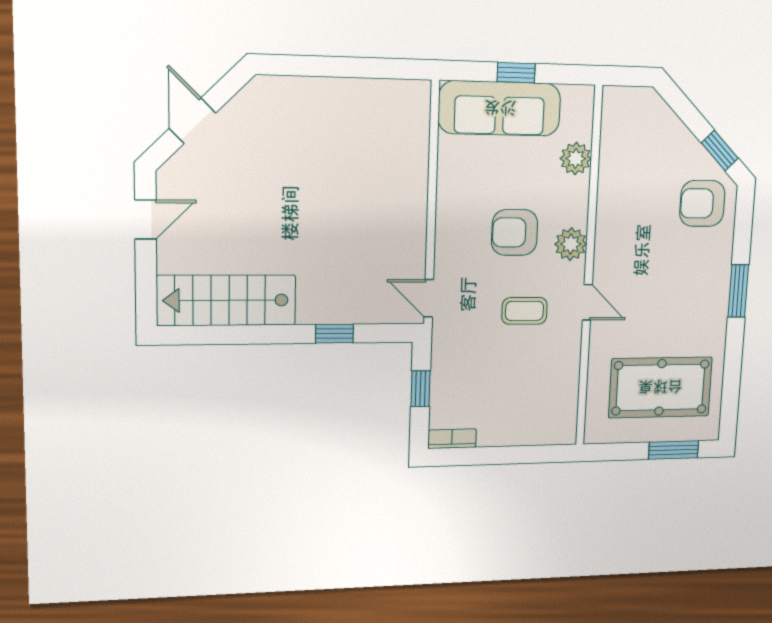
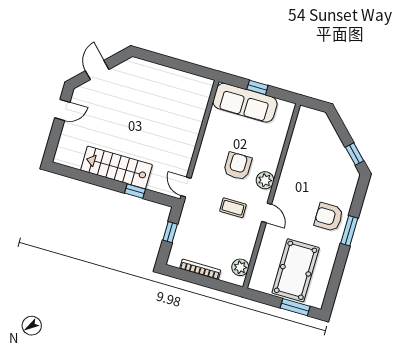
plant: (576, 159) -> (240, 267), moved
armchair: (702, 203) -> (329, 217), moved
armchair: (515, 232) -> (238, 166), turned 90
stairs: (226, 300) -> (116, 167), moved
pool table: (660, 387) -> (296, 270), turned 90
bookcase: (452, 439) -> (200, 269), moved, width x1.56

